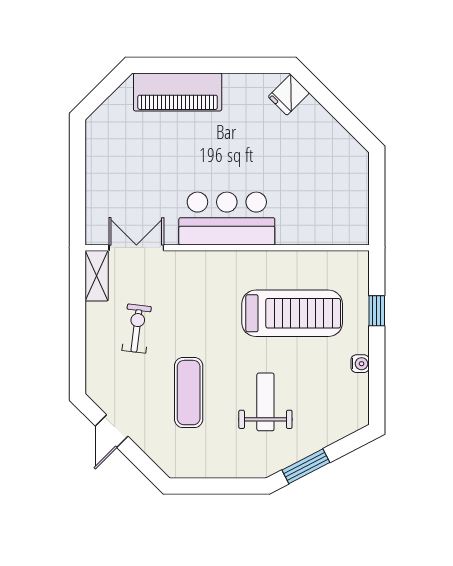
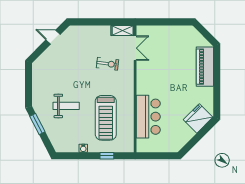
fridge: (289, 95) -> (198, 118), width x1.88, depth x1.34
bar counter: (227, 219) -> (148, 117), moved
exercise bike: (137, 329) -> (107, 64), moved
exercise mat: (189, 393) -> (70, 72), removed

